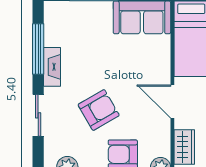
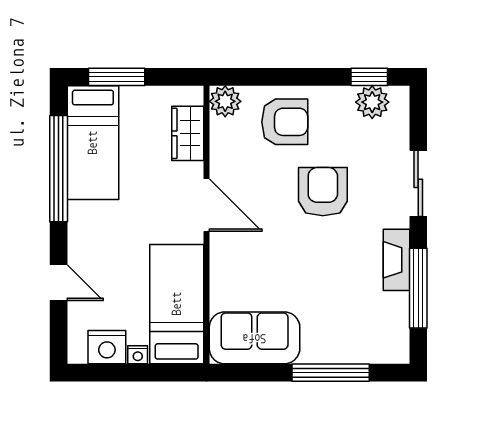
armchair: (99, 110) -> (323, 192), turned 120

